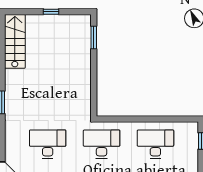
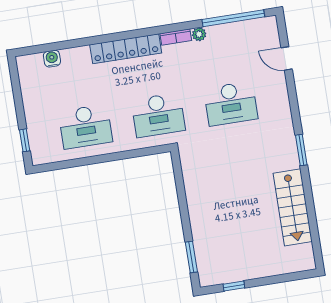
window: (51, 12) -> (234, 286), moved
stairs: (15, 41) -> (293, 207), moved

